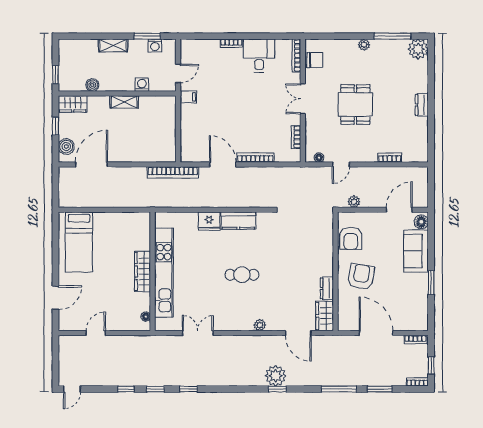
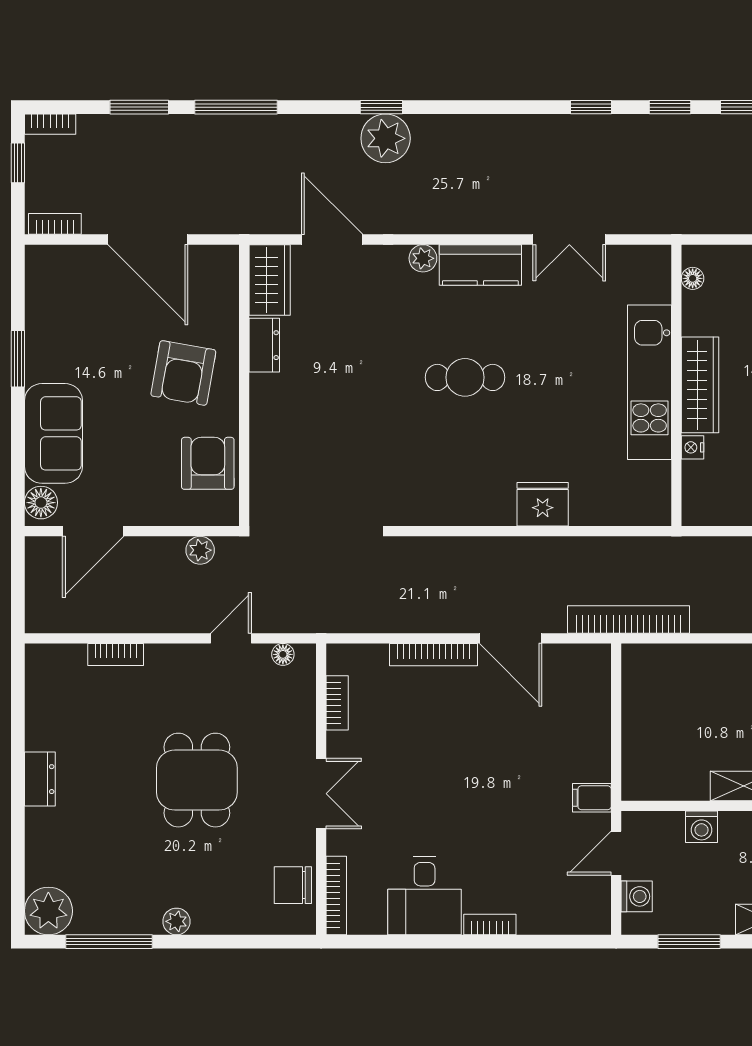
washing machine: (155, 45) -> (637, 896), moved, turned 90
kitchen counter: (238, 221) -> (480, 265), moved, turned 180
nightstand: (146, 245) -> (693, 447), added
kitchen unit: (164, 273) -> (650, 382), width x0.73

